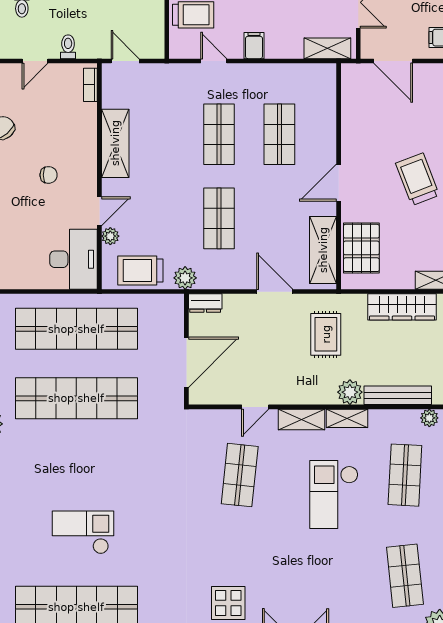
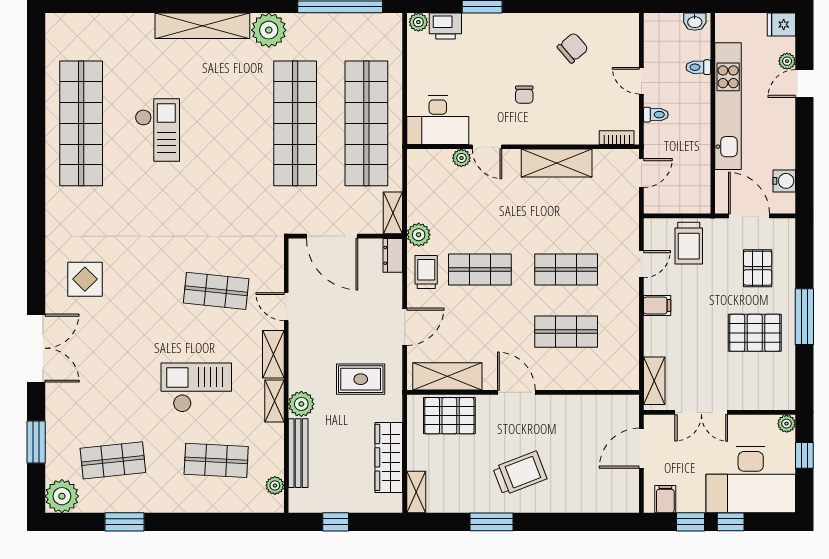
trolley: (140, 270) -> (426, 272), moved, width x0.73, depth x0.72
shelving: (164, 303) -> (393, 213), added

